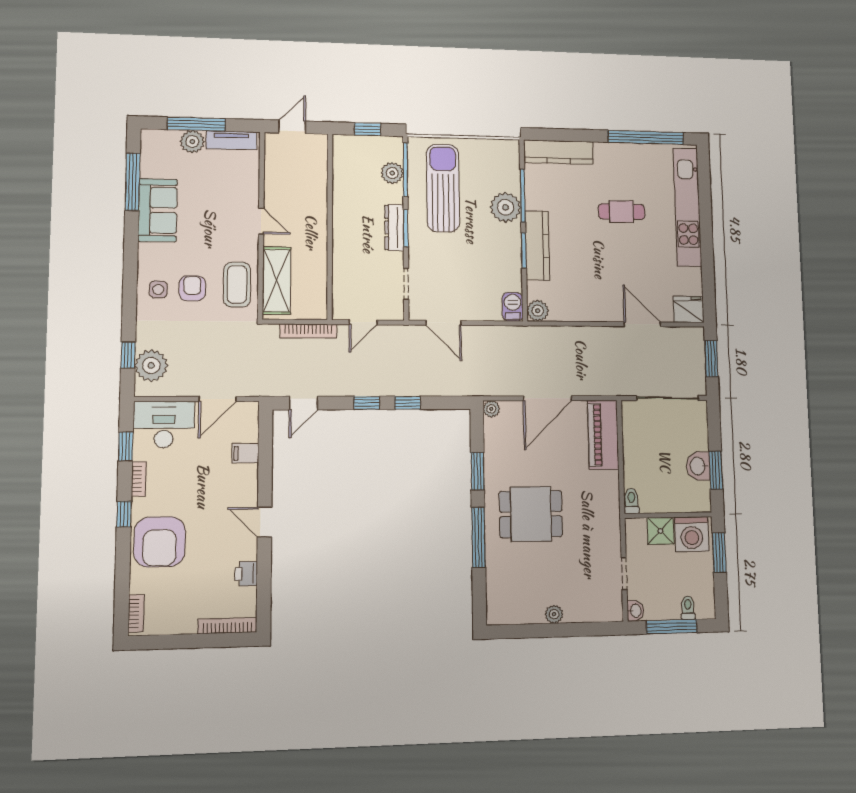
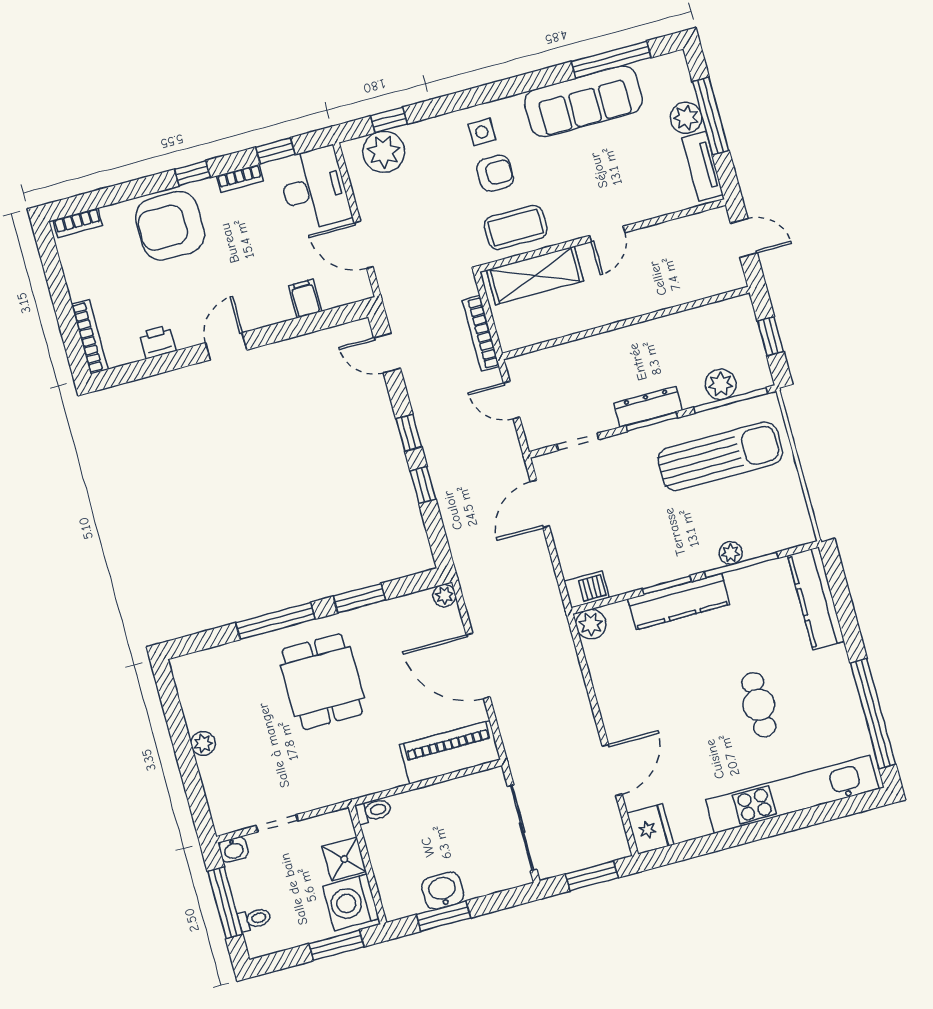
plant: (506, 207) -> (731, 553), width x0.53, depth x0.53
sofa: (158, 210) -> (583, 101), width x1.36

